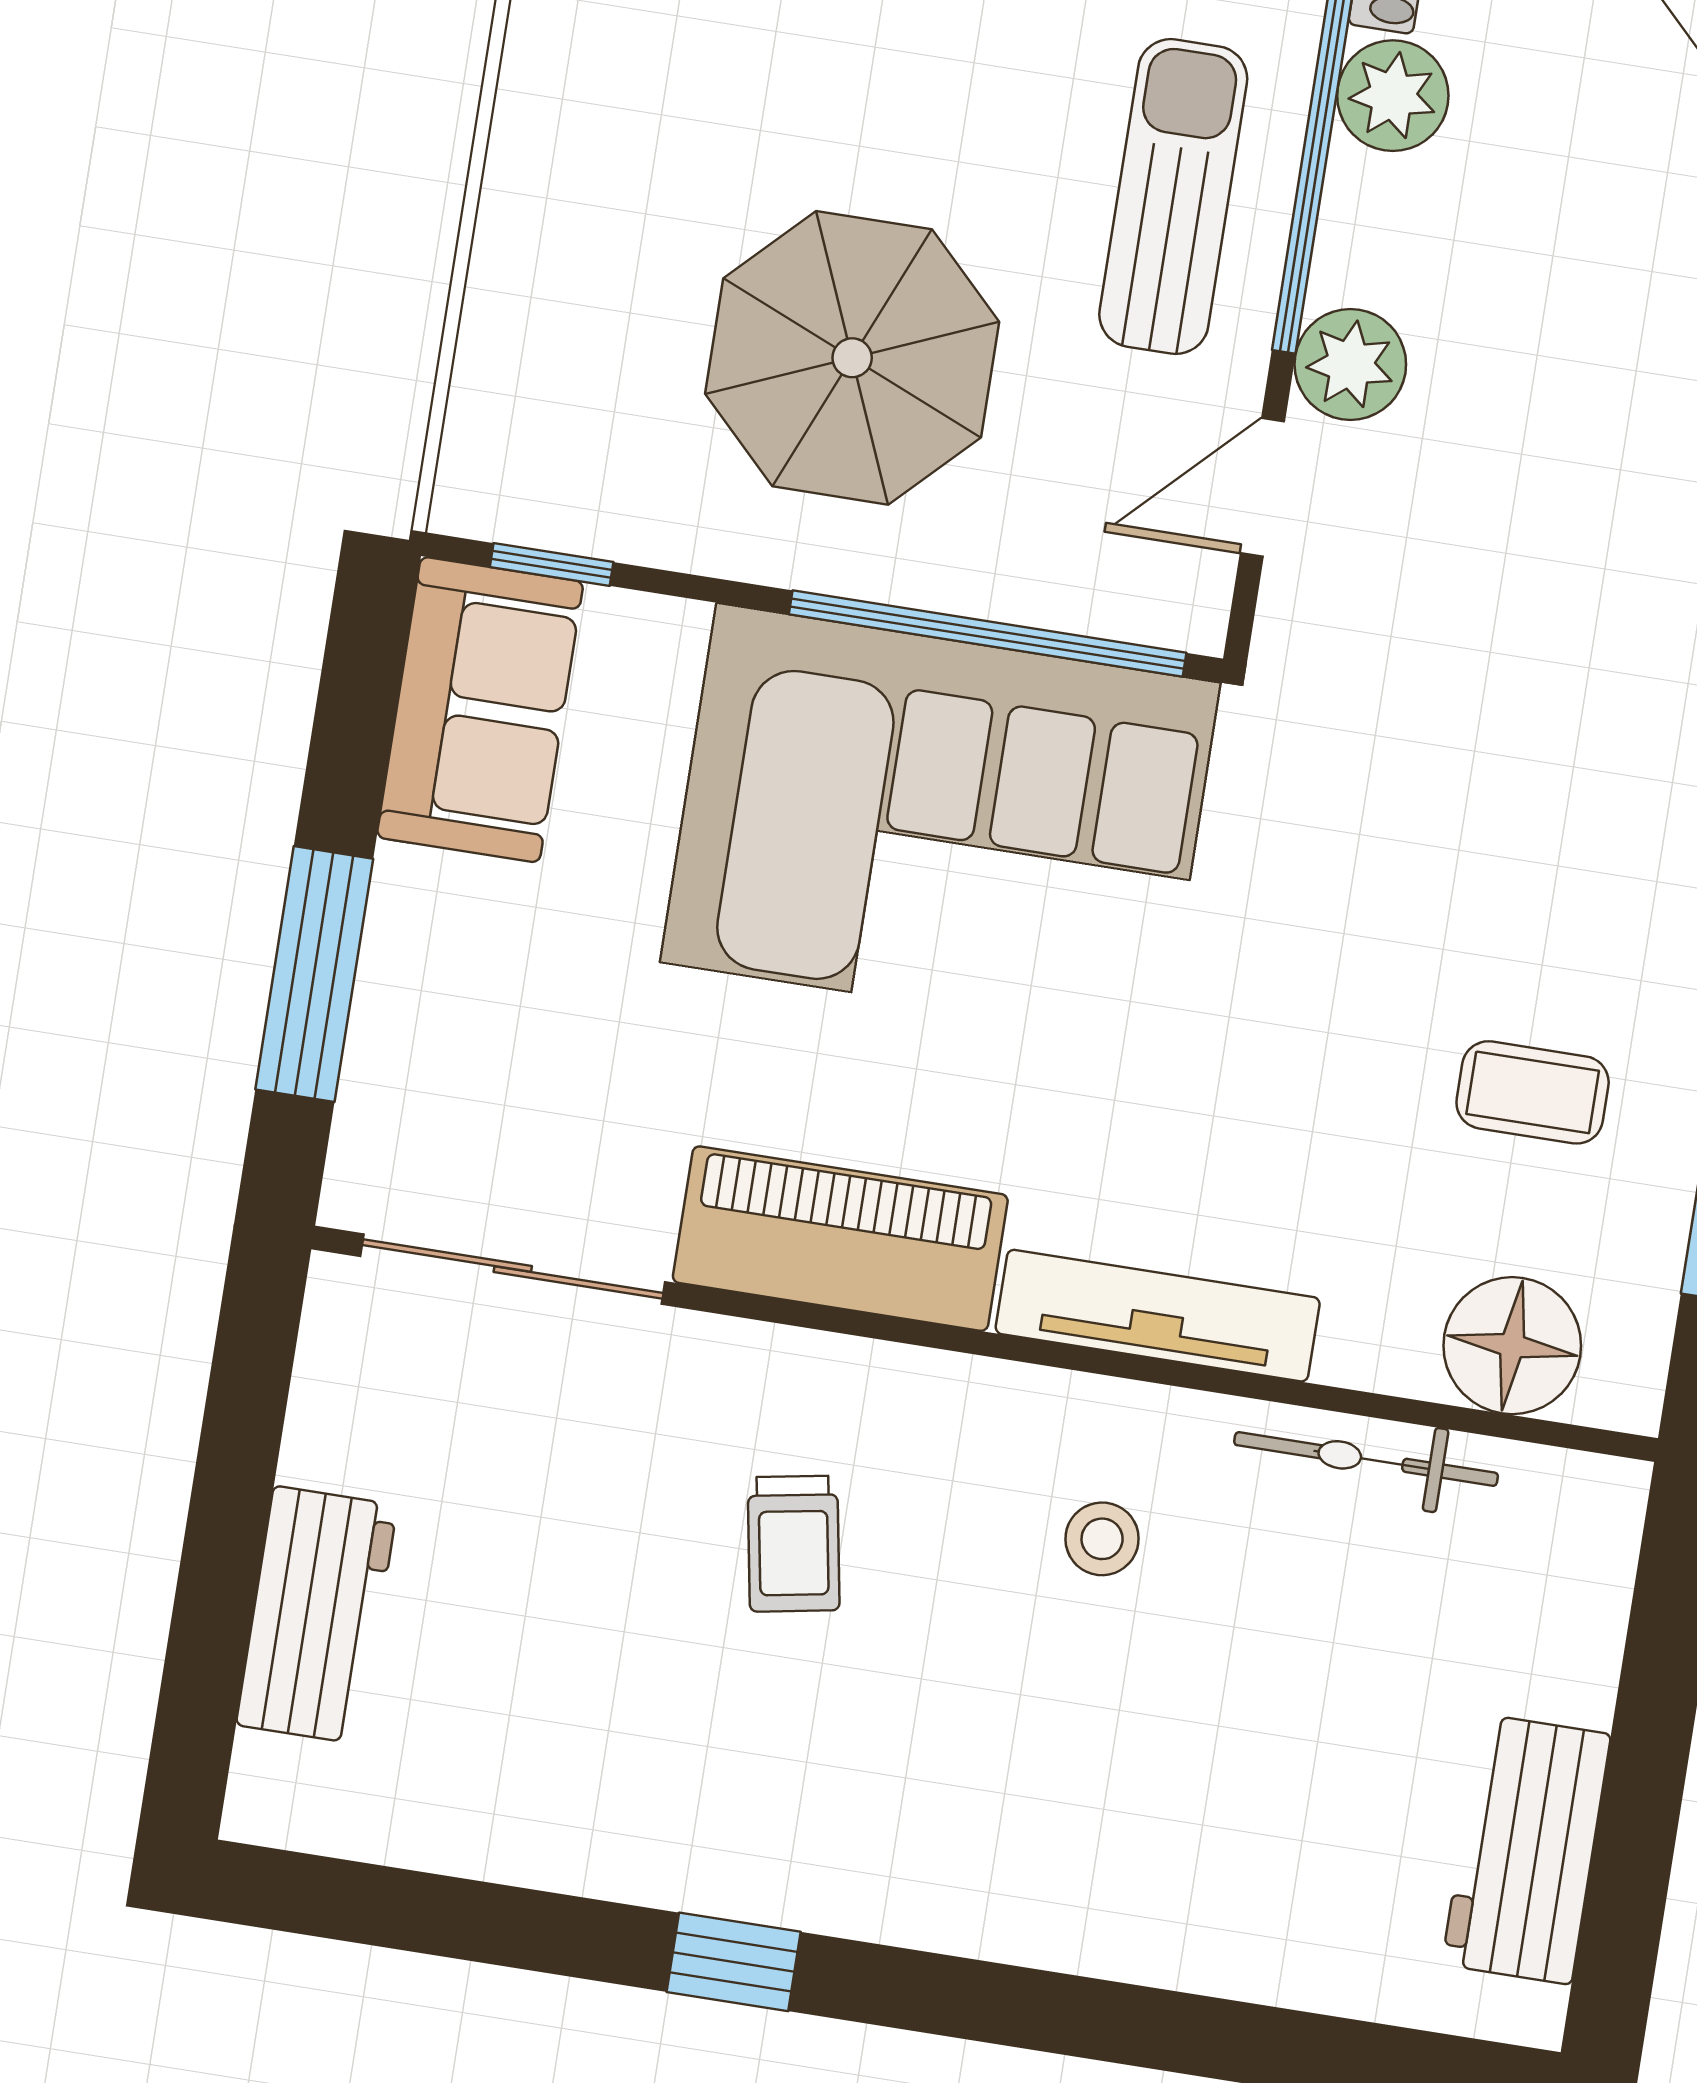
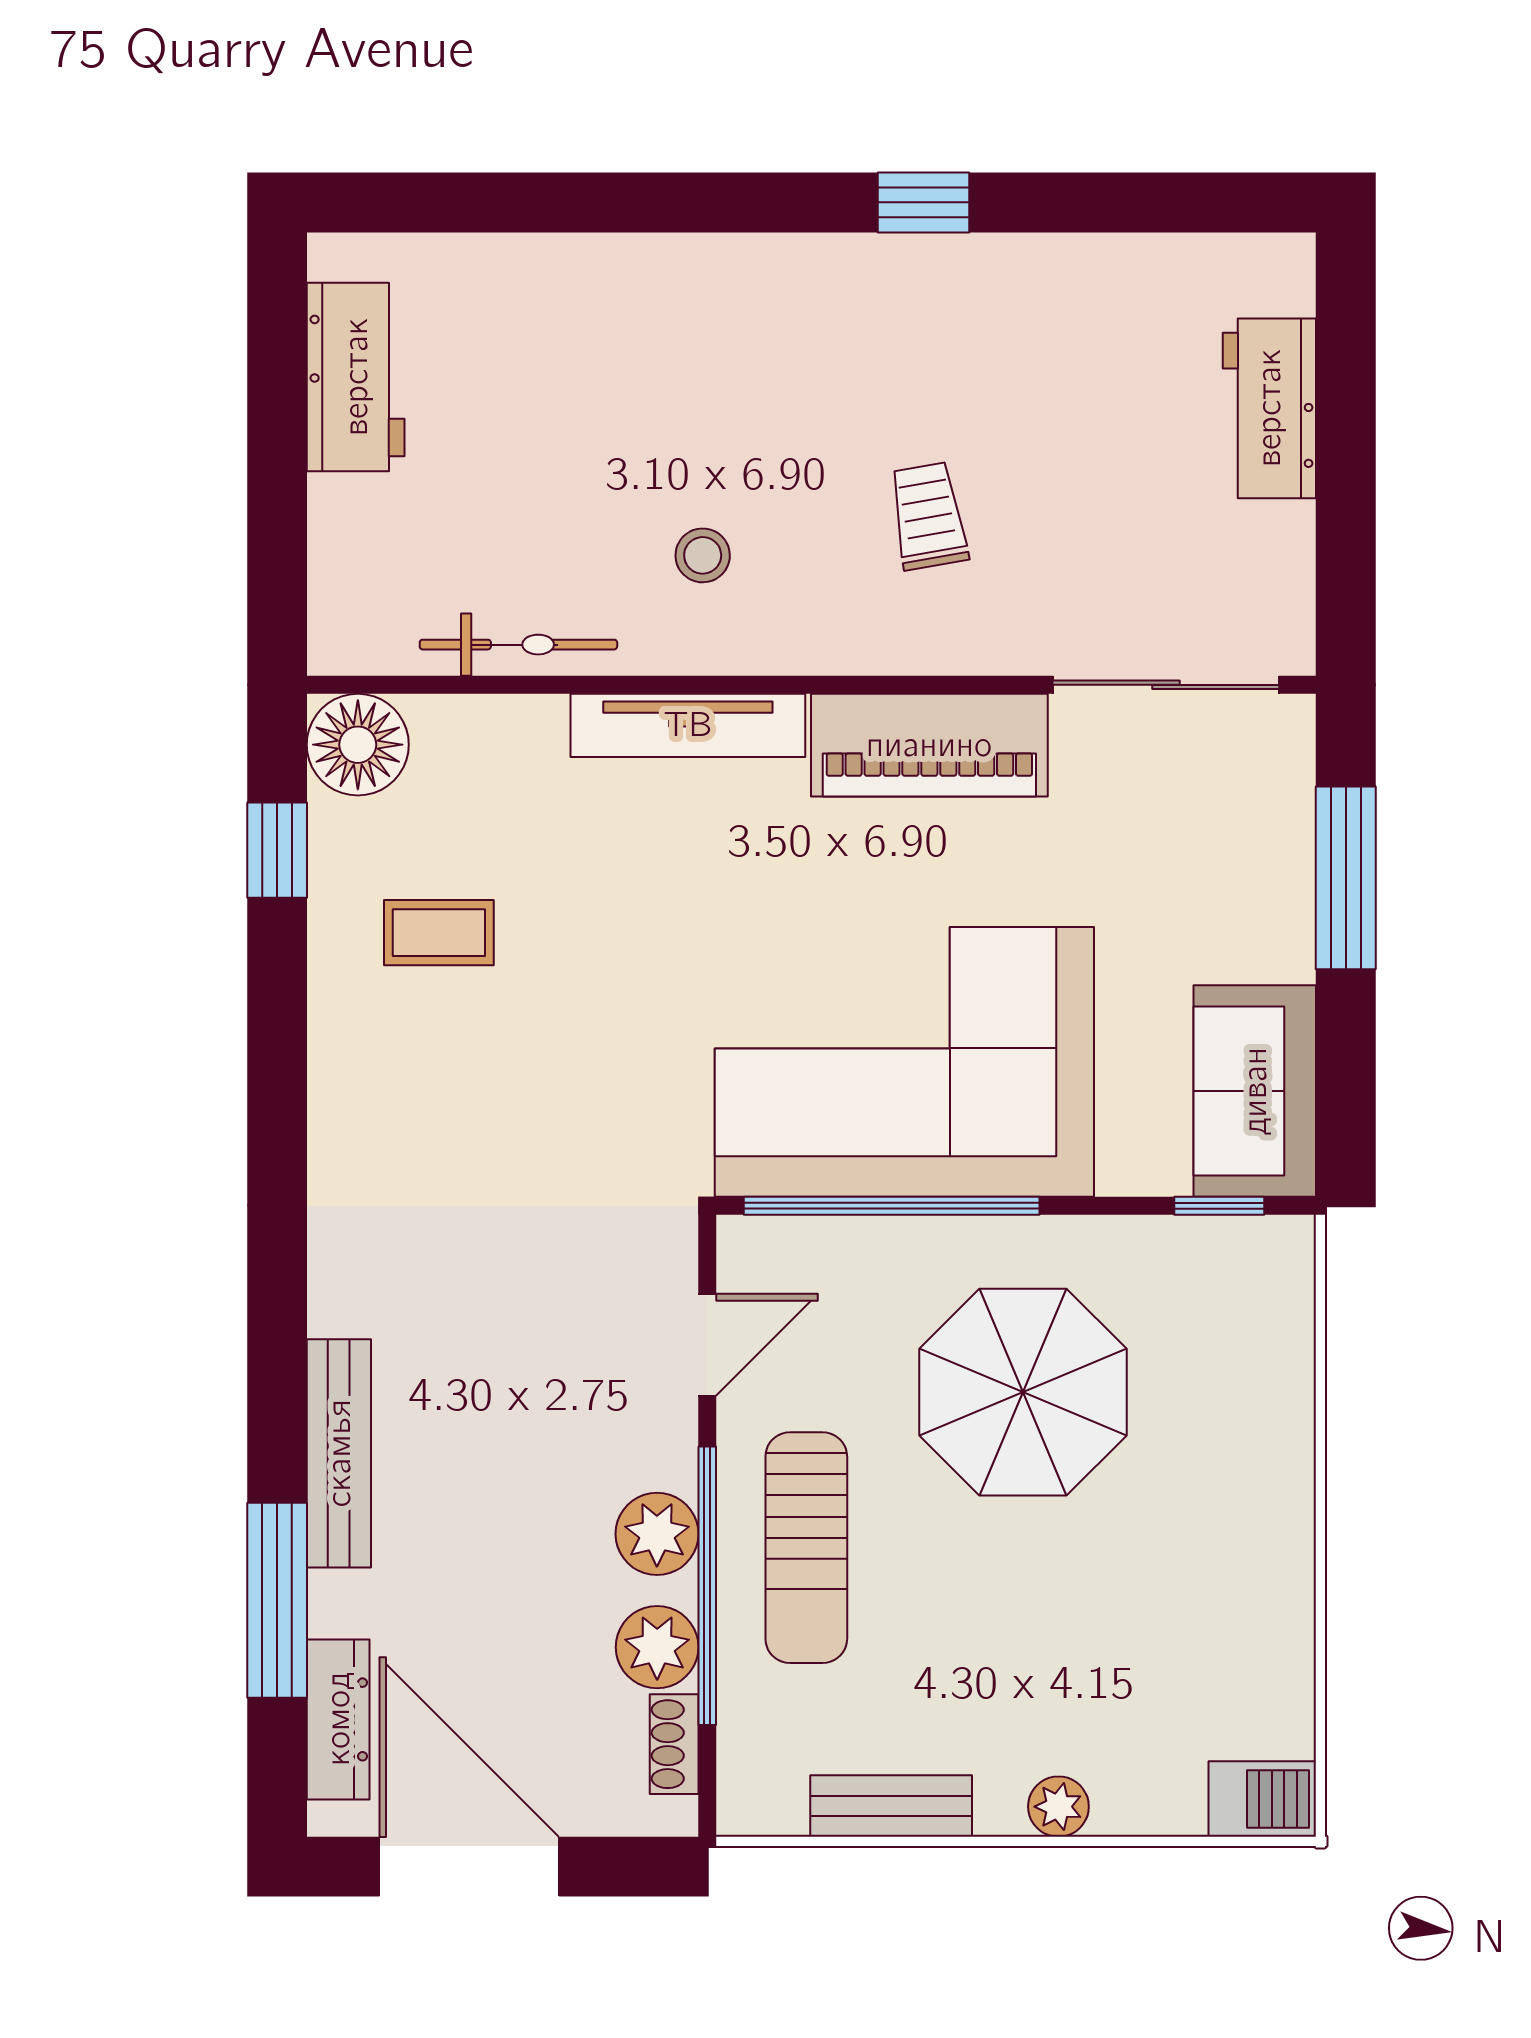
plant: (1350, 364) -> (657, 1534), moved
floor lamp: (1512, 1346) -> (358, 745), moved

